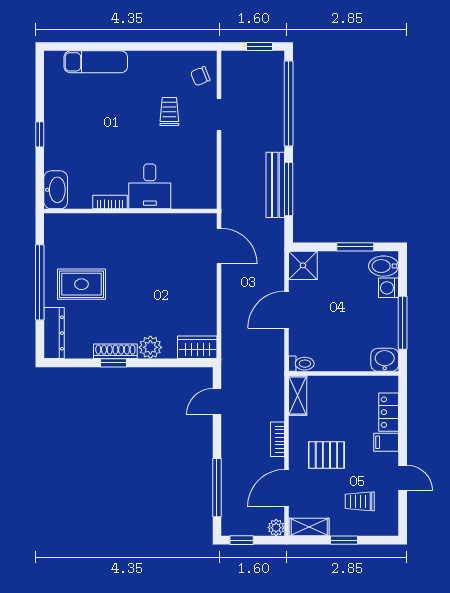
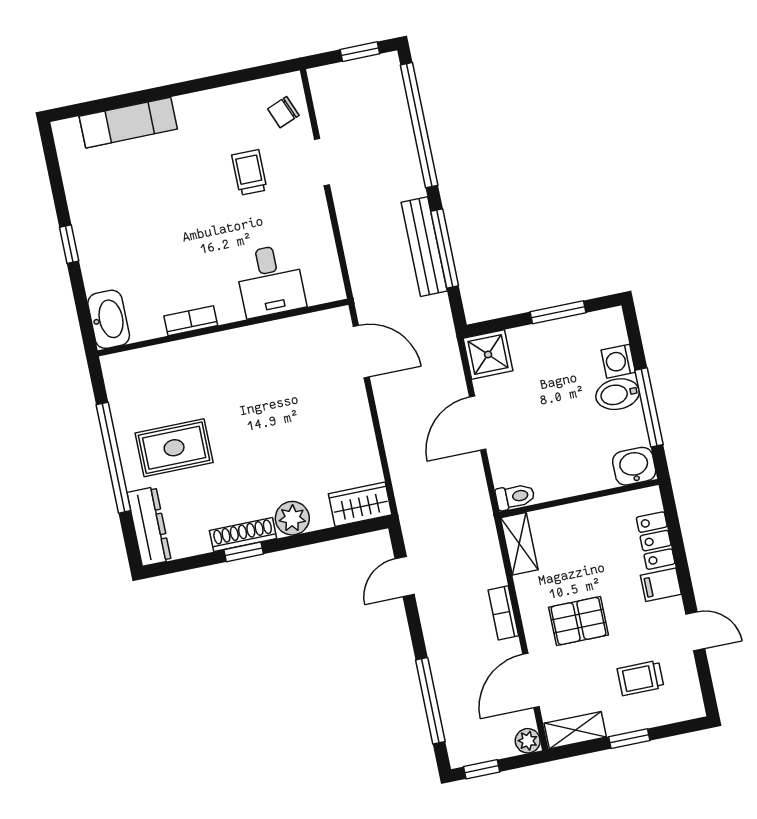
desk: (150, 186) -> (270, 281), moved
bidet: (384, 266) -> (618, 394), moved

